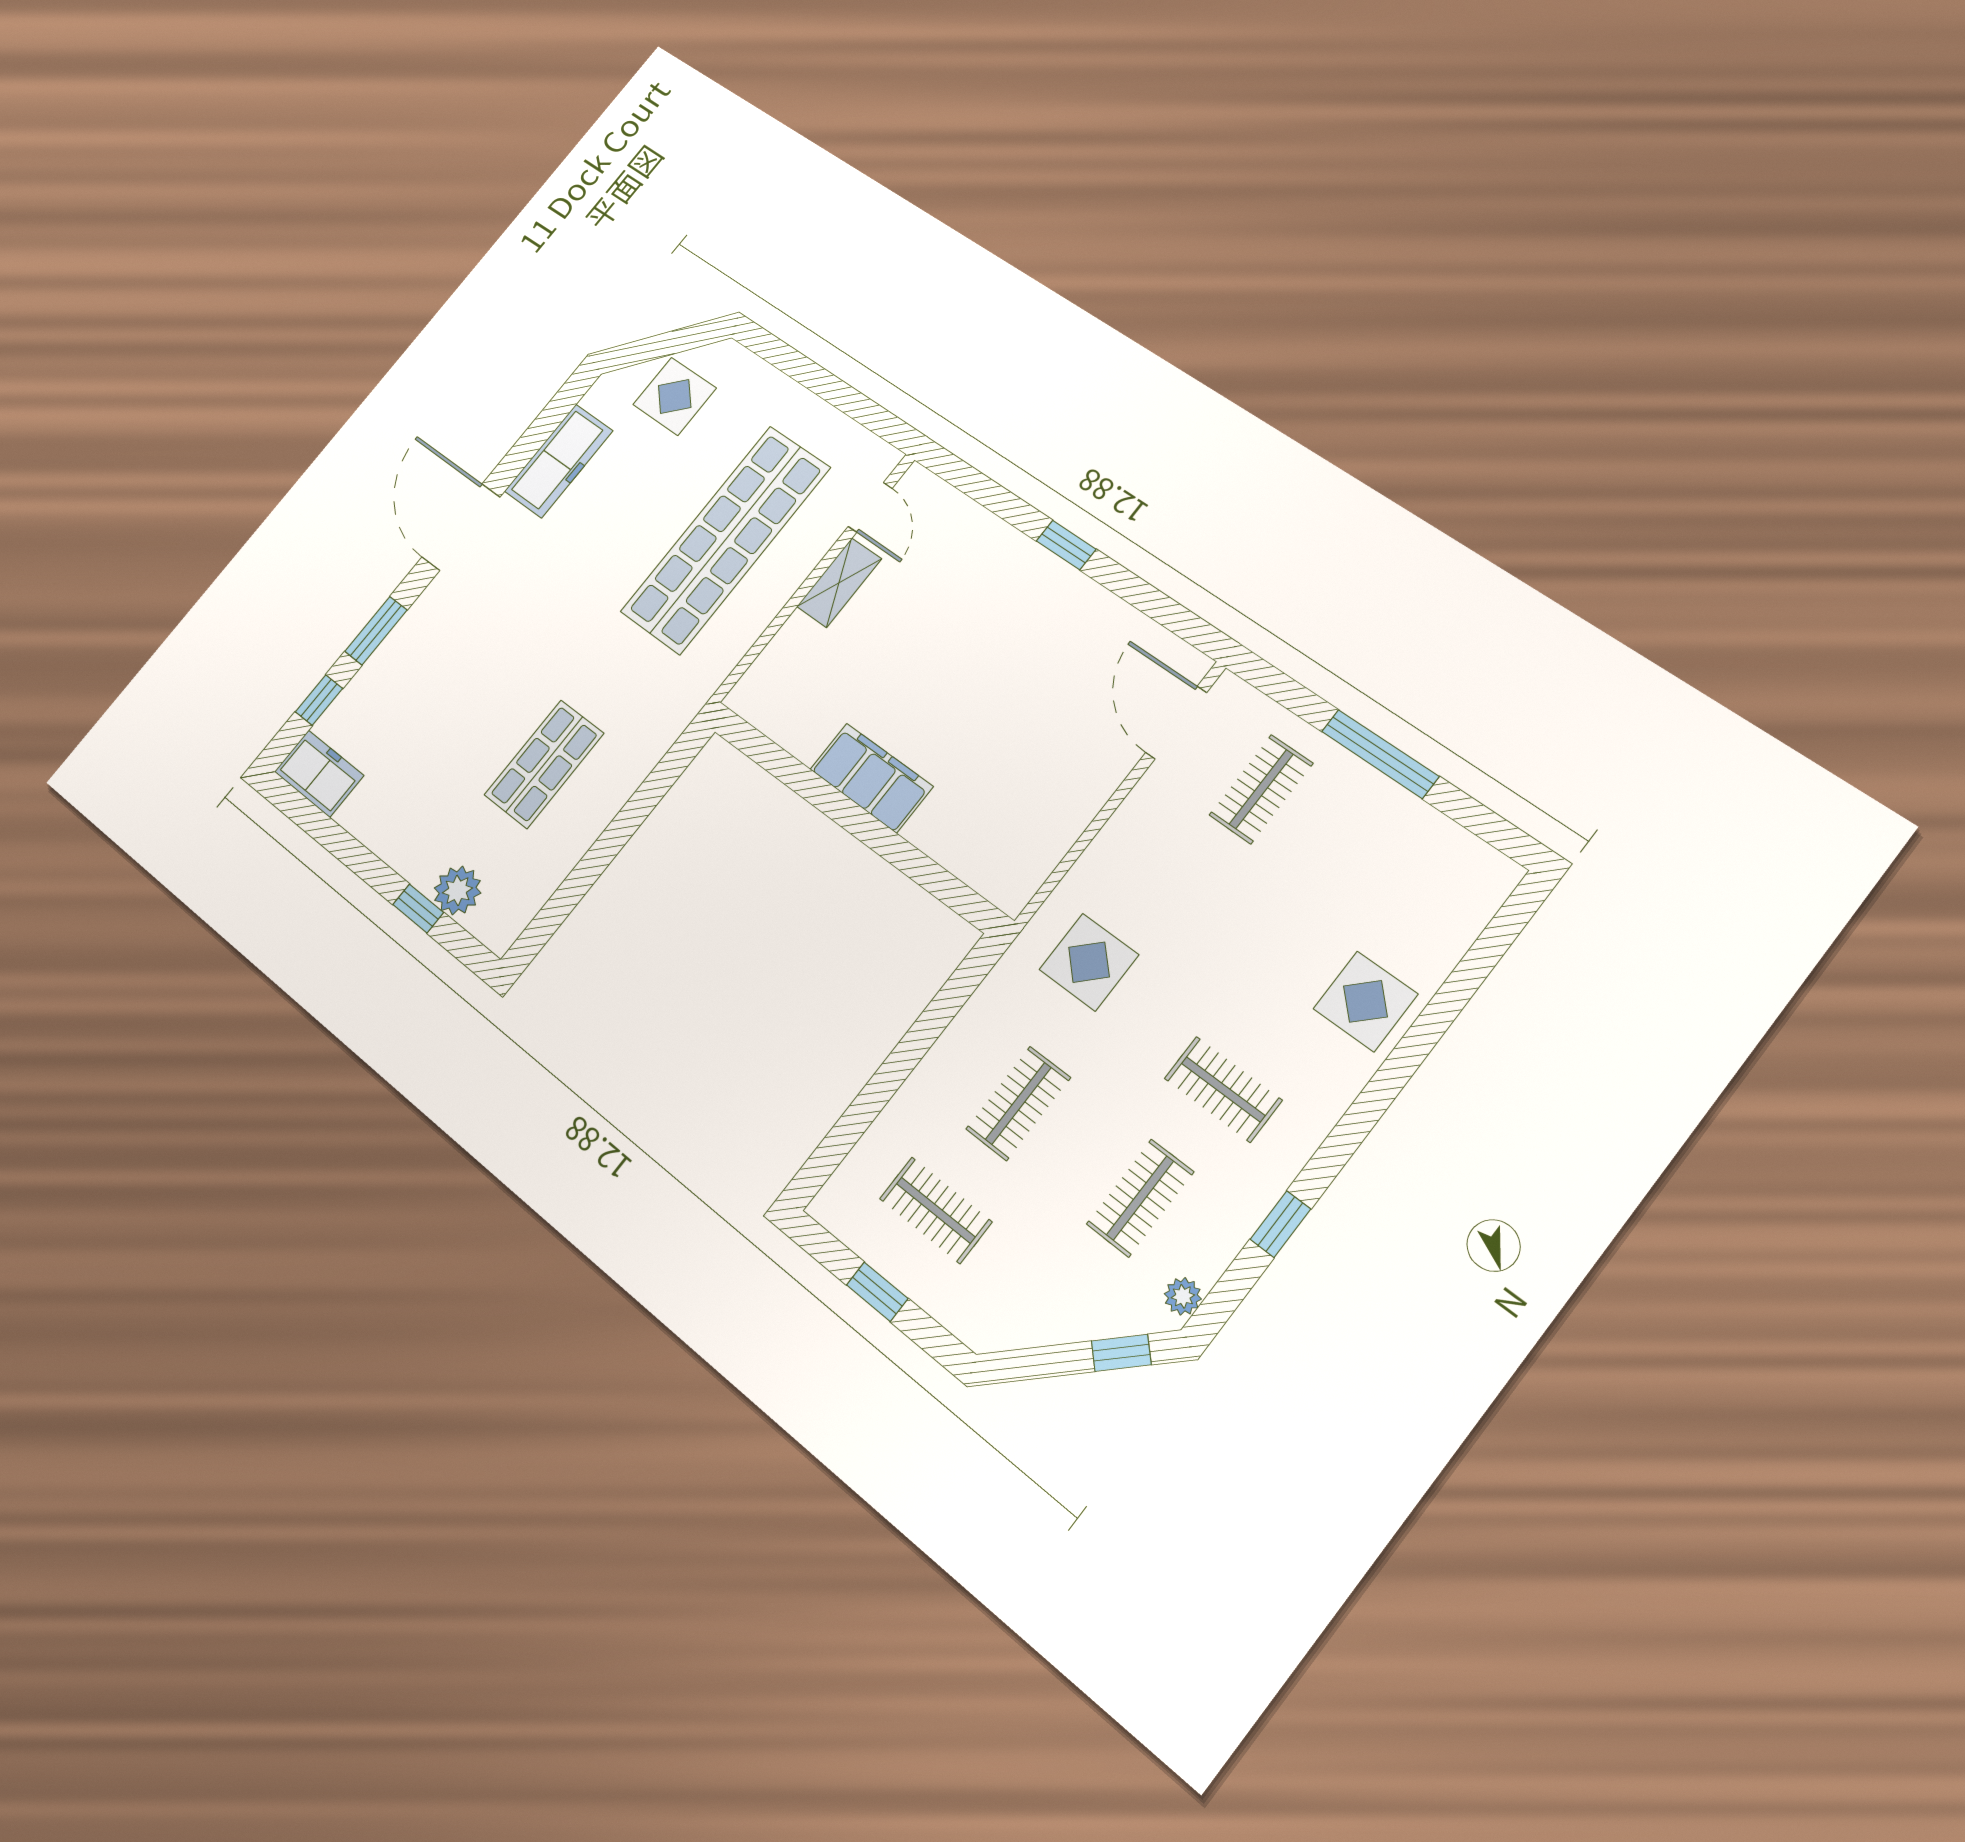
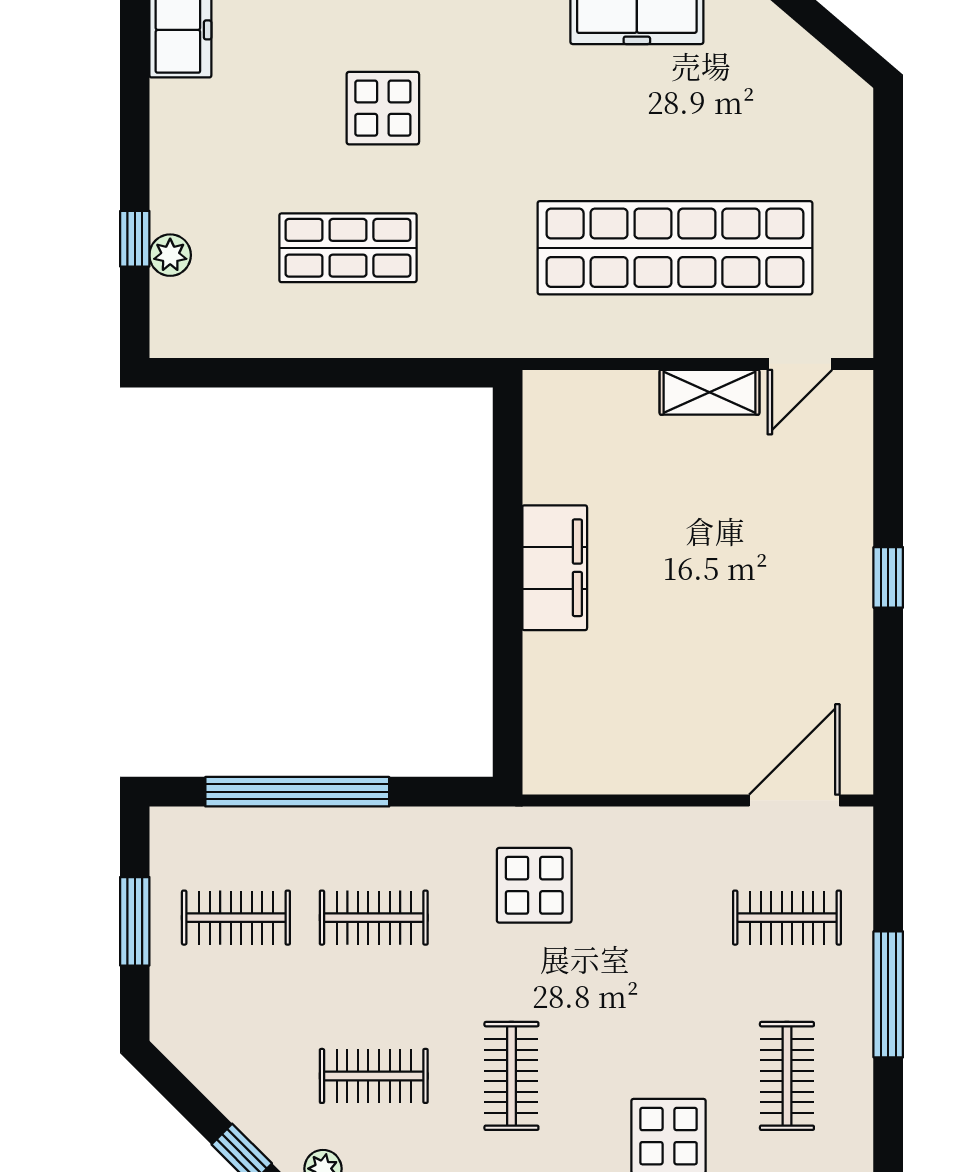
display table: (675, 396) -> (383, 108), moved
clothes rail: (1387, 875) -> (787, 1076), added
plant: (458, 890) -> (170, 255), width x0.73, depth x0.73
window: (880, 1089) -> (297, 792), added
clothes rail: (936, 1210) -> (236, 918), turned 90
window: (877, 1292) -> (135, 921), width x1.50

